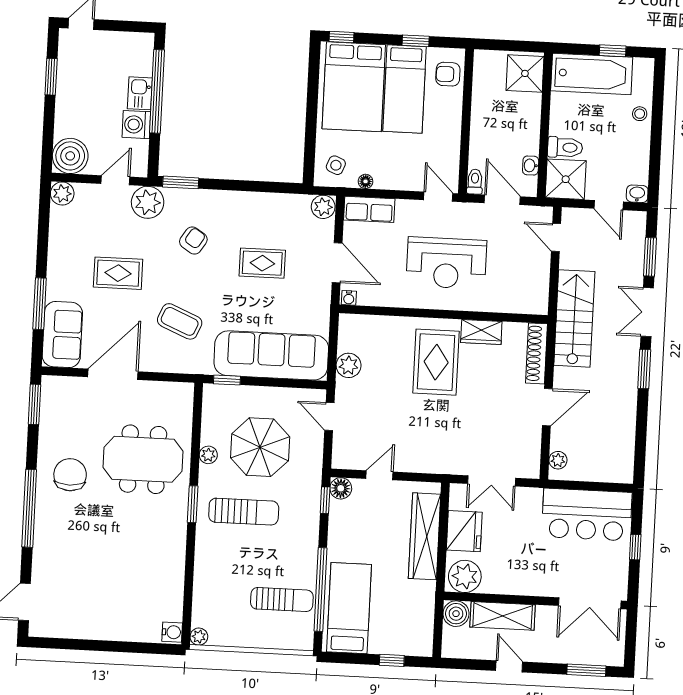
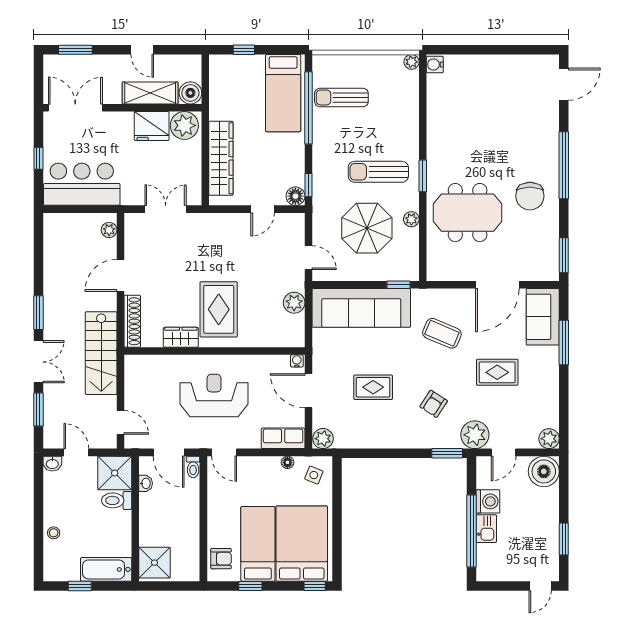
bathtub: (592, 74) -> (106, 569), width x0.73, depth x0.73
fridge: (464, 531) -> (152, 126), moved, turned -90

